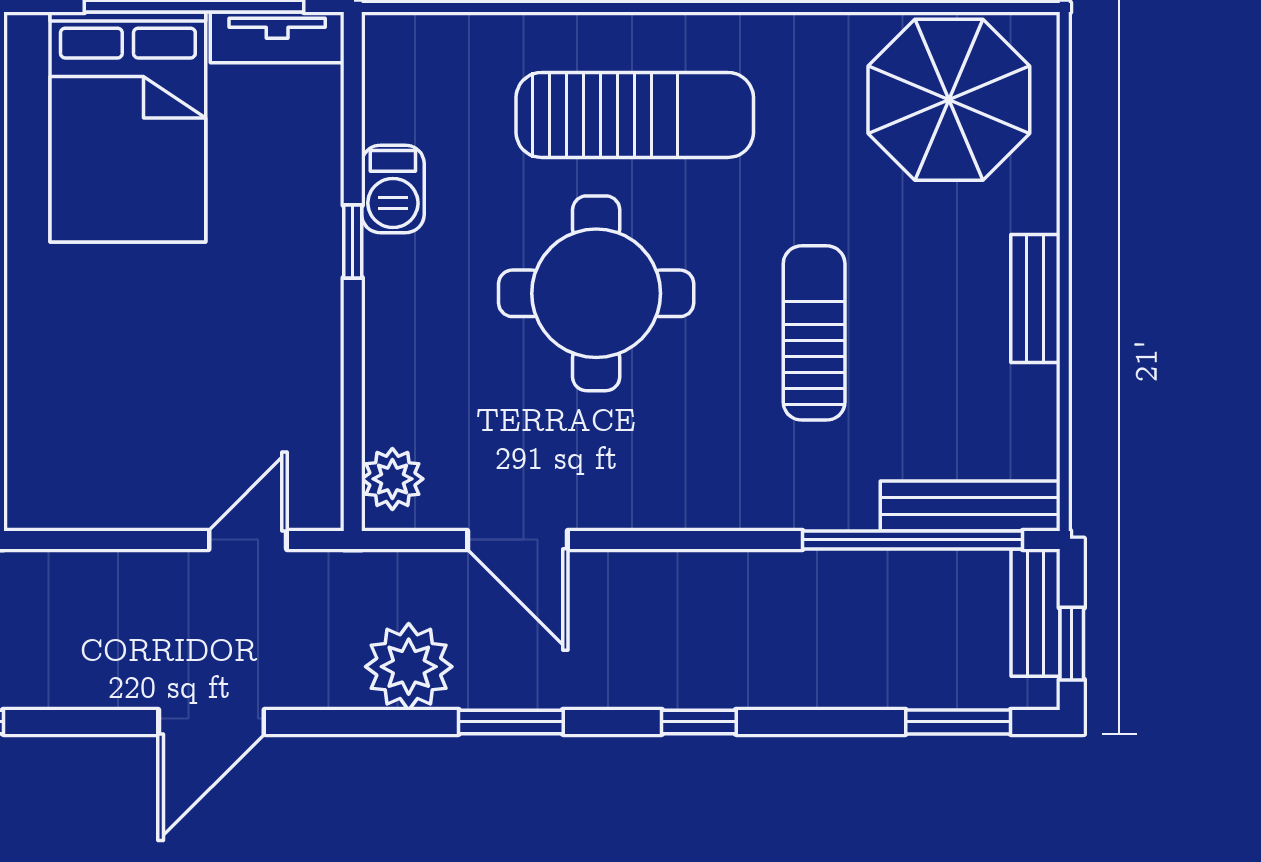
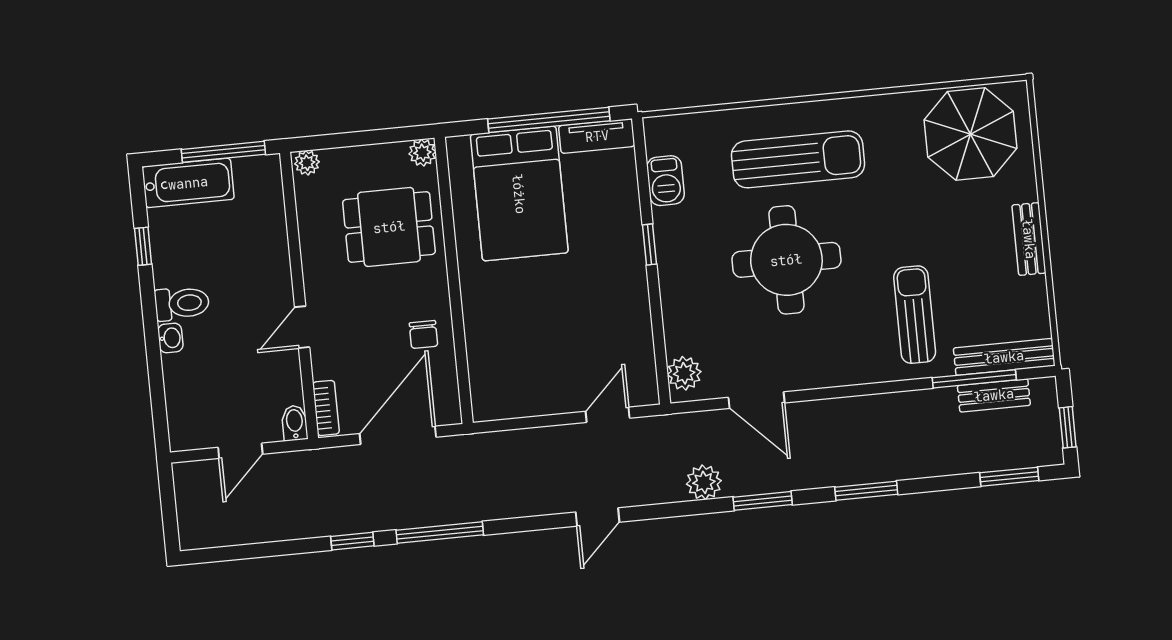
barbecue: (393, 189) -> (666, 181), moved
sun lounger: (814, 333) -> (915, 315), moved
window: (912, 540) -> (974, 379), width x0.68
bench: (1035, 613) -> (994, 395), moved, turned 90
plant: (409, 667) -> (704, 482), width x0.73, depth x0.73
door: (211, 722) -> (597, 517), width x0.73
window: (699, 722) -> (866, 491), width x1.50

